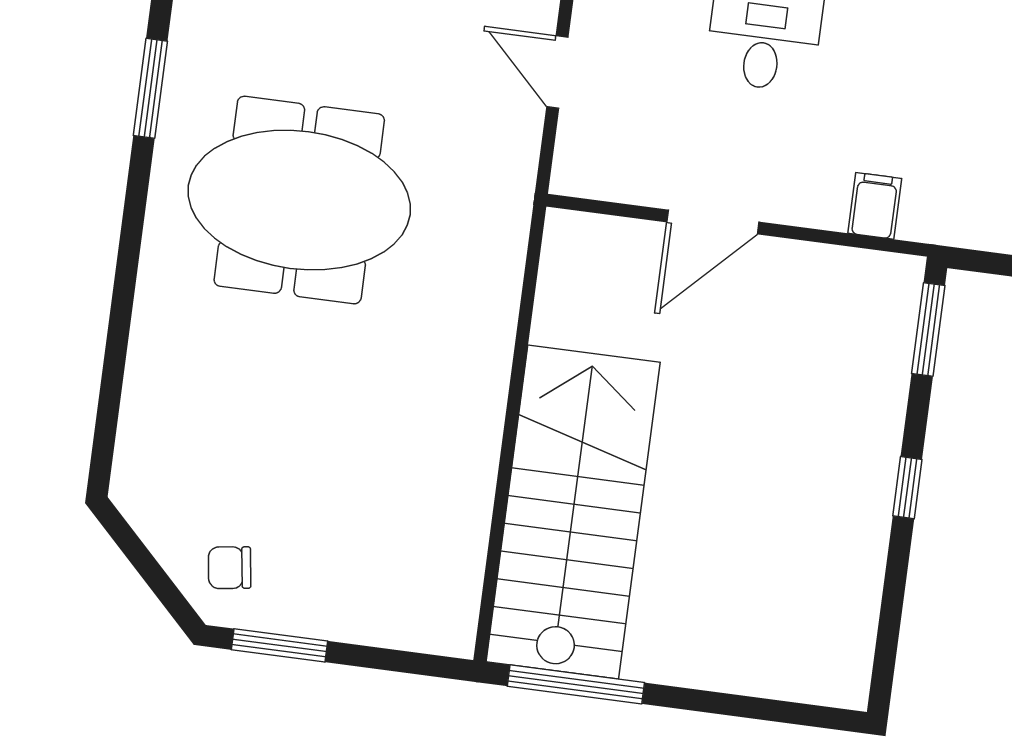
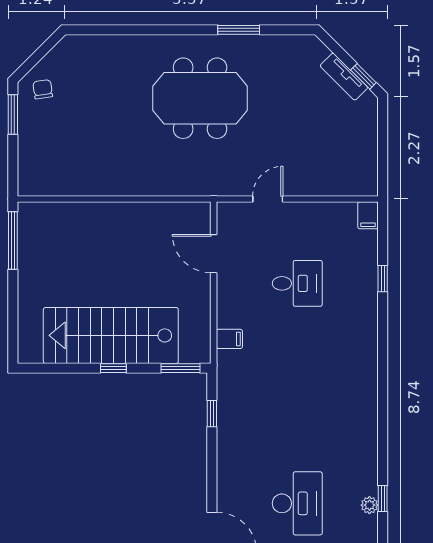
meeting table: (299, 200) -> (200, 98), turned 90
door: (713, 222) -> (214, 254), moved
stairs: (573, 512) -> (111, 335), moved, turned 180

